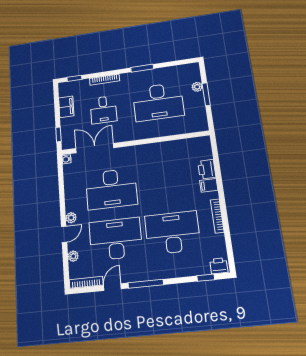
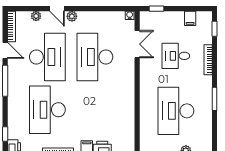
filing cabinet: (66, 107) -> (190, 18), width x0.50
double door: (95, 148) -> (137, 44), width x0.73
desk: (172, 233) -> (47, 110), turned 180

